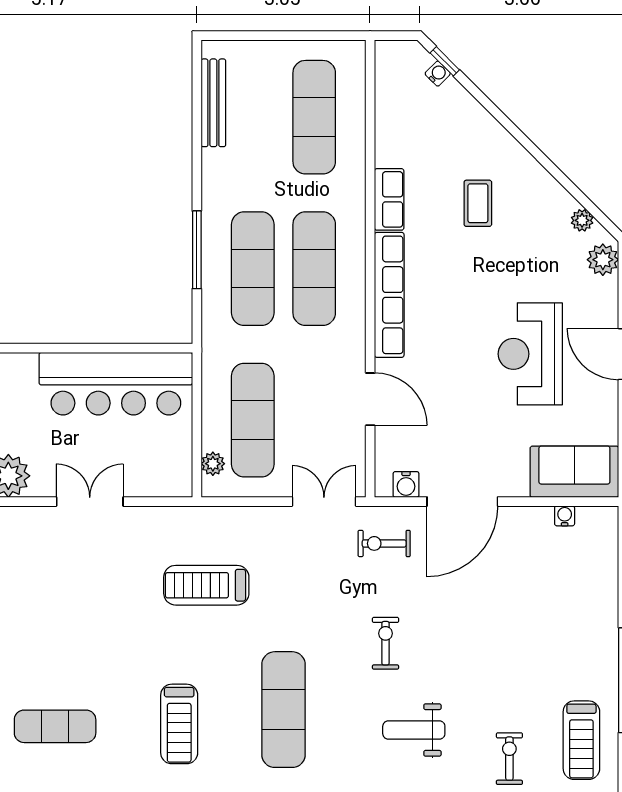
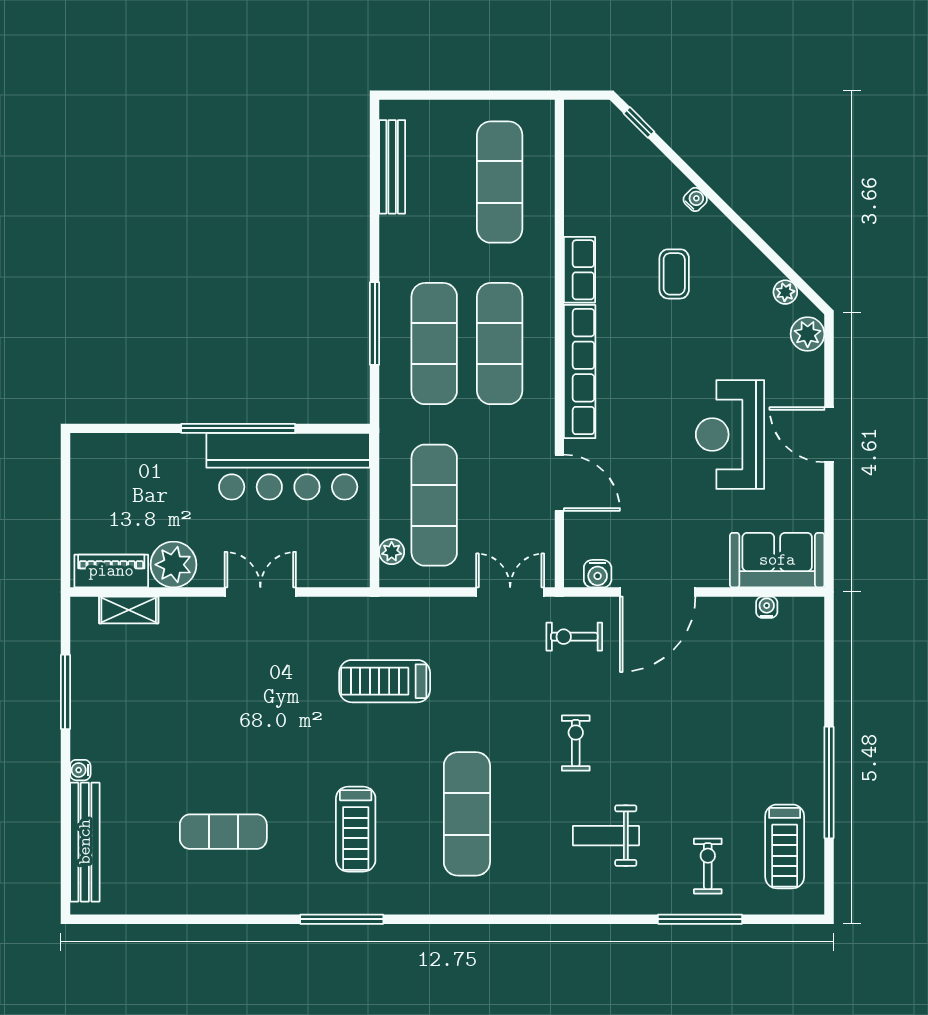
water cooler: (438, 74) -> (695, 199), moved
window: (69, 348) -> (238, 428), added

